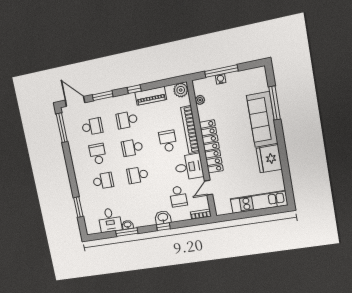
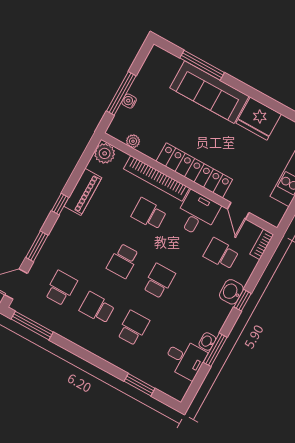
school desk: (127, 120) -> (87, 241), removed
school desk: (138, 175) -> (159, 281), turned 180
school desk: (178, 196) -> (221, 254), turned 180

